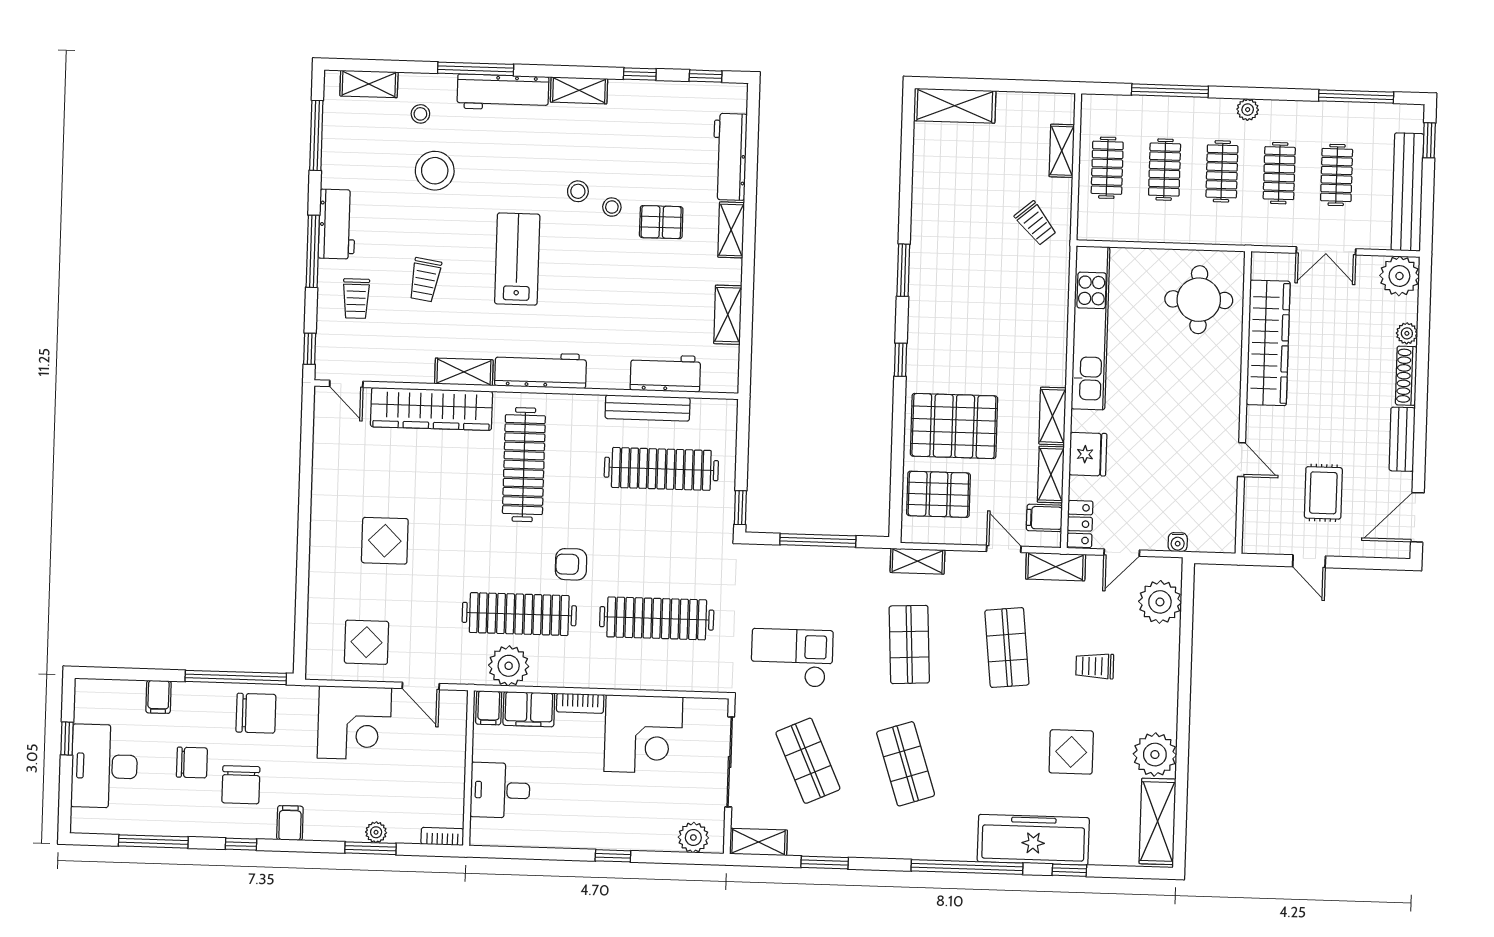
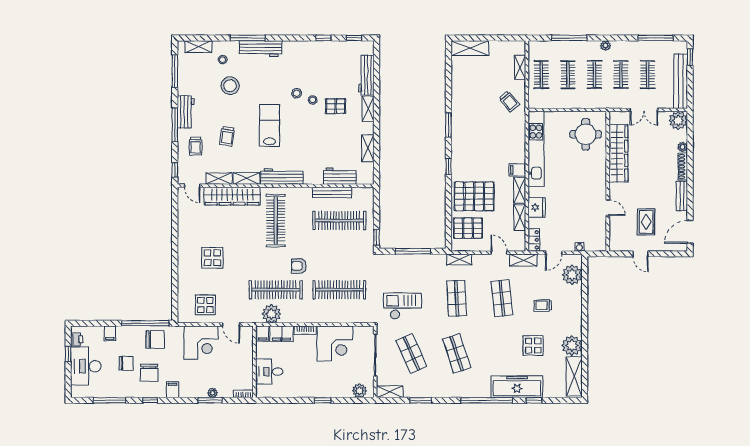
shelving: (579, 90) -> (219, 179), moved
filing cabinet: (1044, 518) -> (517, 170), moved
printer: (87, 708) -> (77, 339), added

